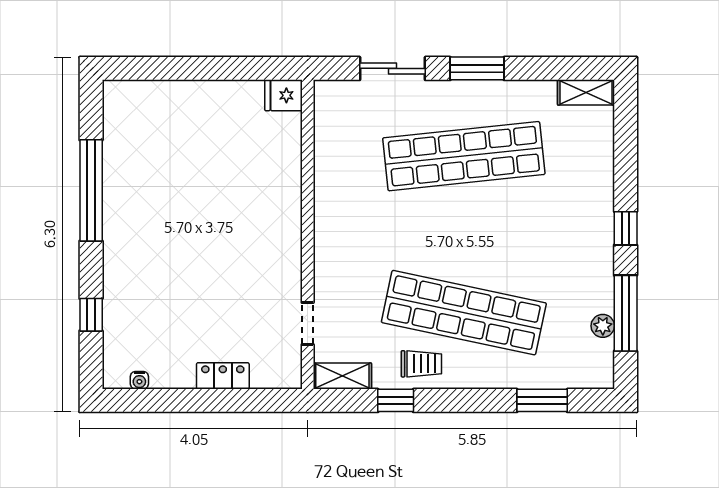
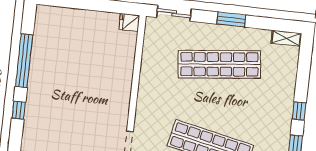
sliding door: (393, 68) -> (174, 13), moved
window: (91, 315) -> (19, 110), moved

